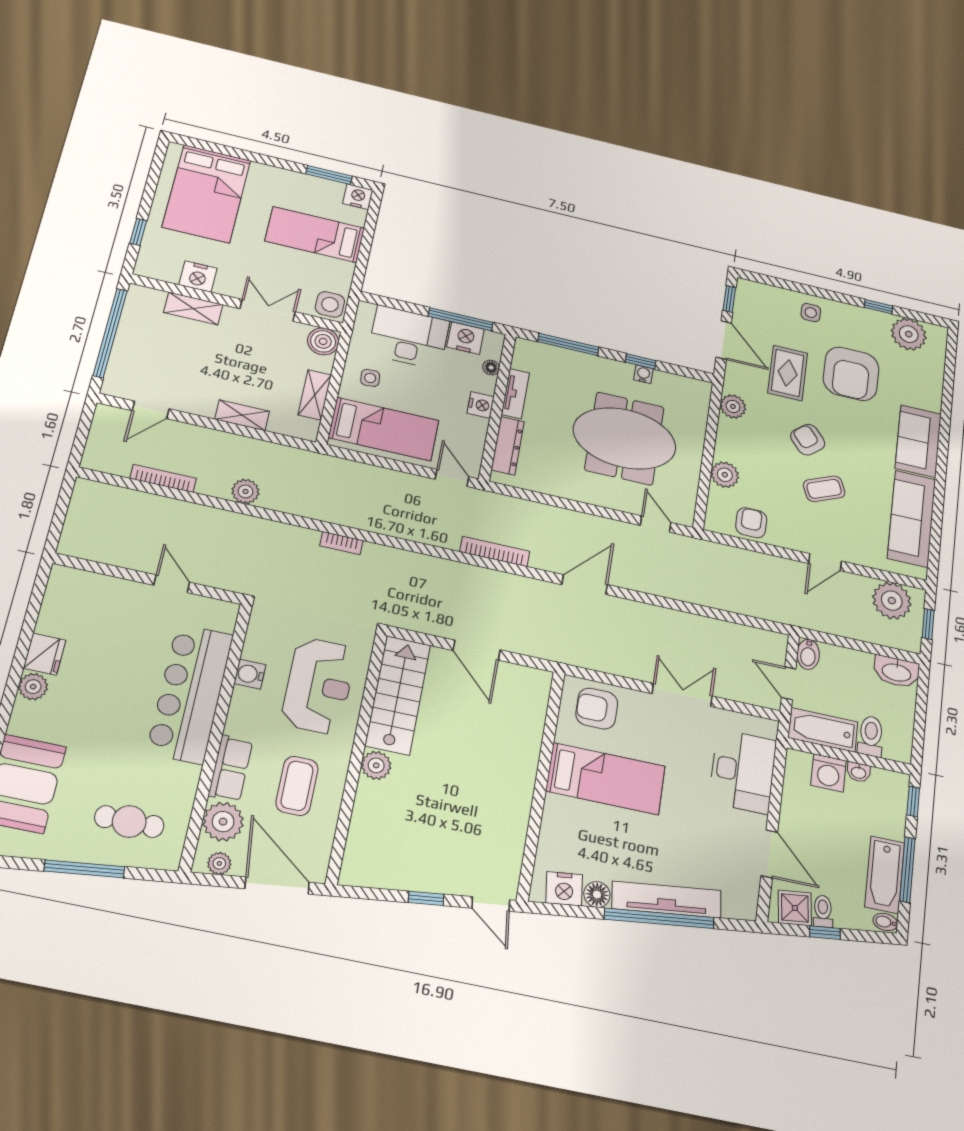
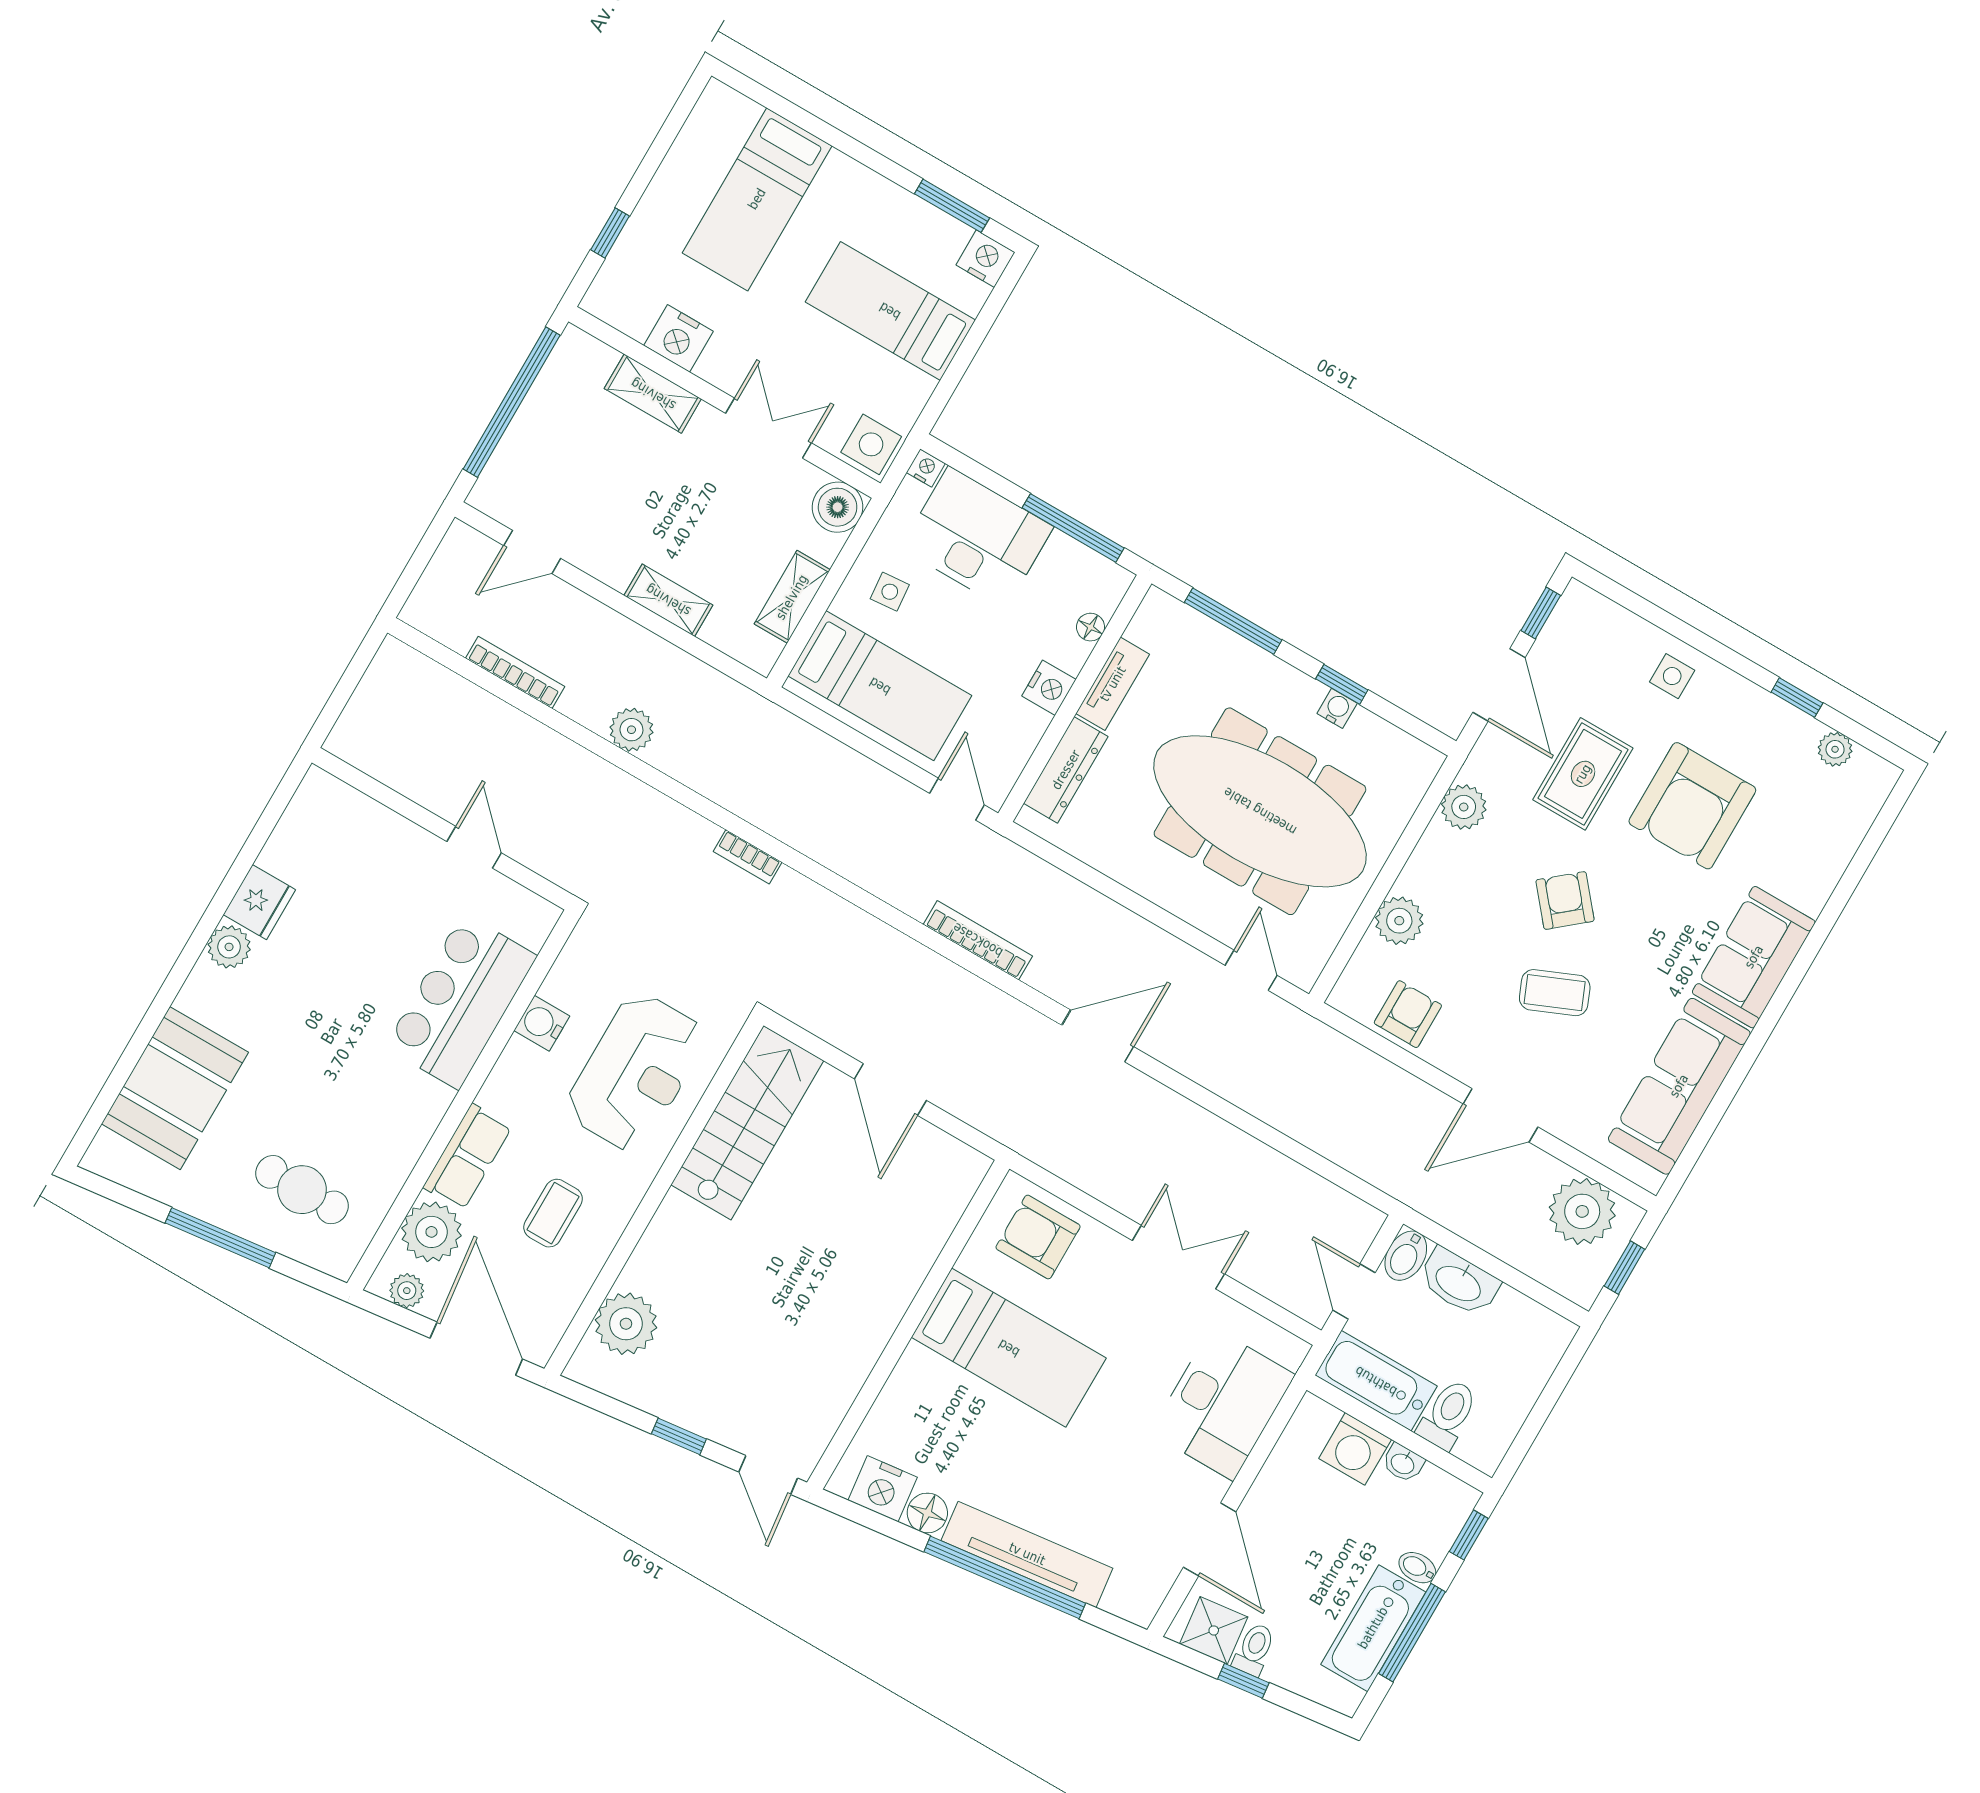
bed: (206, 194) -> (757, 199), width x0.67
plant: (909, 334) -> (1835, 749), width x0.53, depth x0.53
nightstand: (466, 338) -> (926, 468), moved, width x0.53, depth x0.56
meeting table: (624, 438) -> (1260, 811), width x1.36
door: (825, 562) -> (1500, 1115), width x1.38
washbasin: (897, 672) -> (1459, 1282), moved
bar counter: (190, 693) -> (461, 1001), width x0.73
plant: (376, 765) -> (626, 1324), moved, width x1.36, depth x1.36
coffee table: (297, 786) -> (553, 1213), width x0.73, depth x0.77
bidet: (885, 922) -> (1417, 1568), moved

